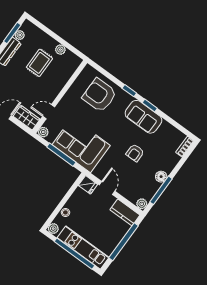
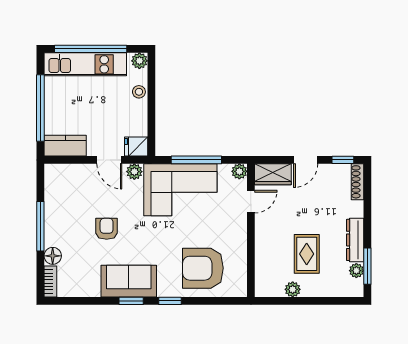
armchair: (99, 95) -> (203, 268), turned 180
floor lamp: (161, 177) -> (53, 256), moved
window: (161, 190) -> (40, 226), moved
plant: (142, 204) -> (134, 172), moved

